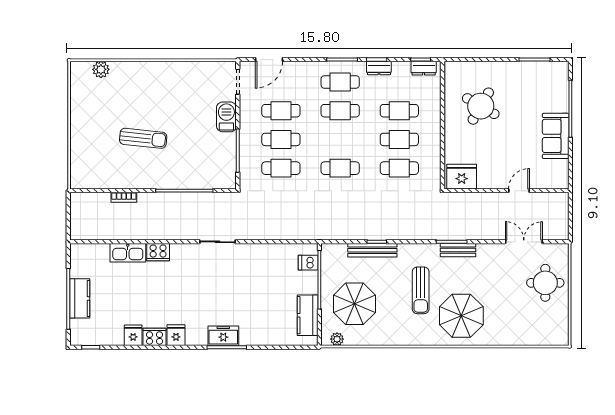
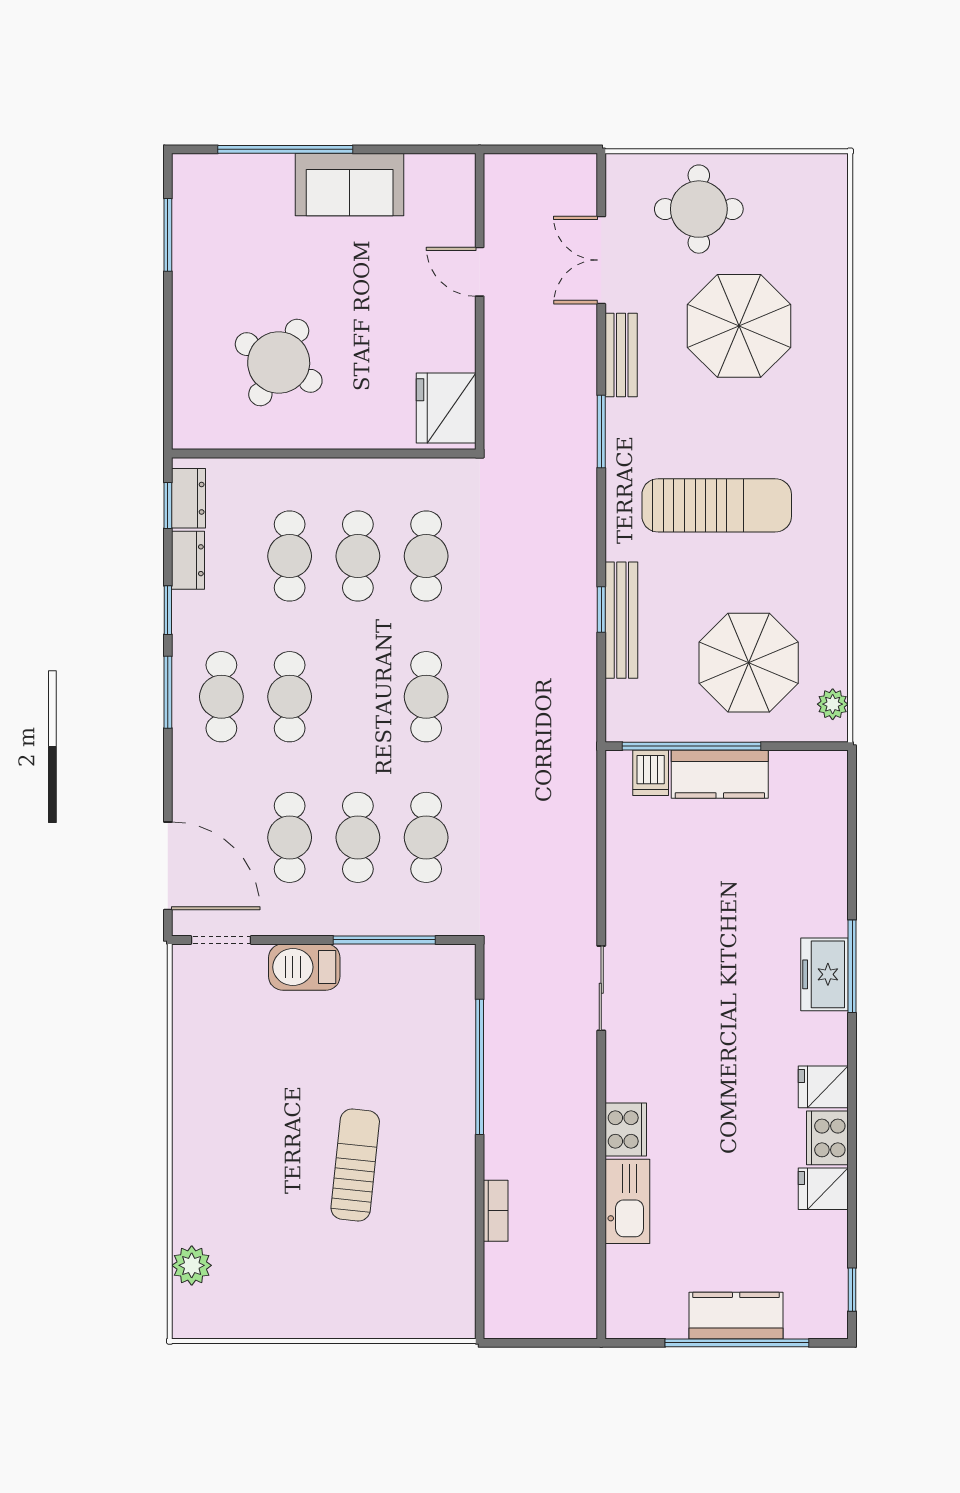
door: (269, 59) -> (168, 866), width x1.36
dresser: (379, 68) -> (188, 560), moved
bench: (458, 250) -> (621, 355), moved
sun lounger: (421, 290) -> (717, 505), width x1.36, depth x1.34
kitchen counter: (308, 315) -> (720, 774), moved
parasol: (461, 316) -> (739, 326), moved

